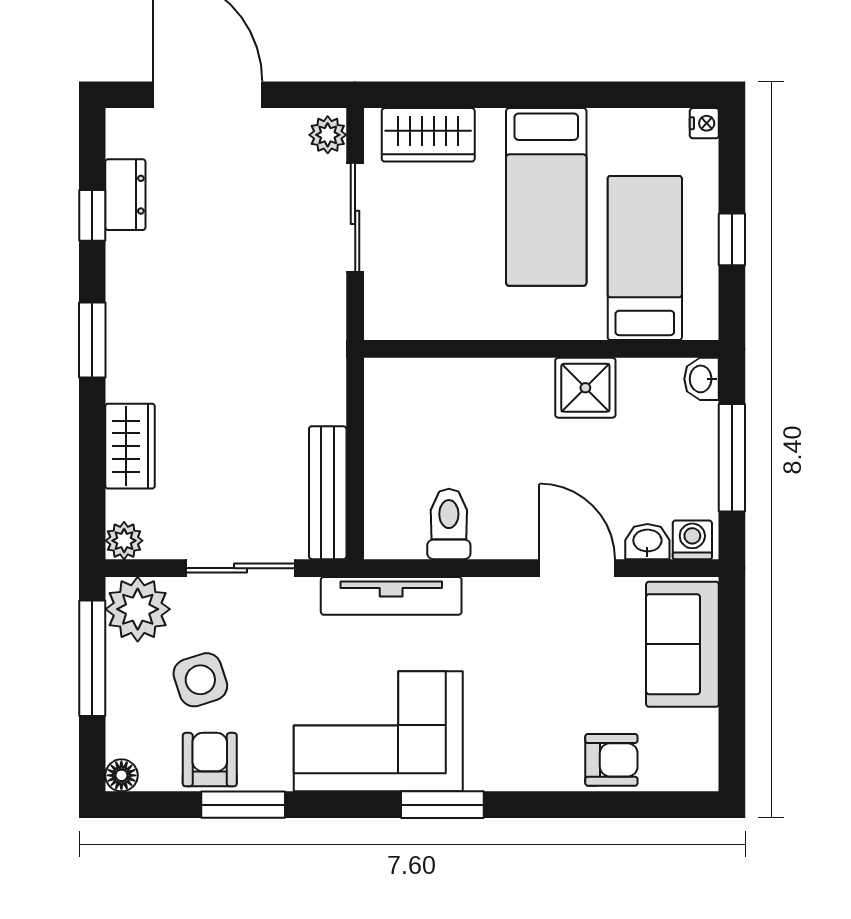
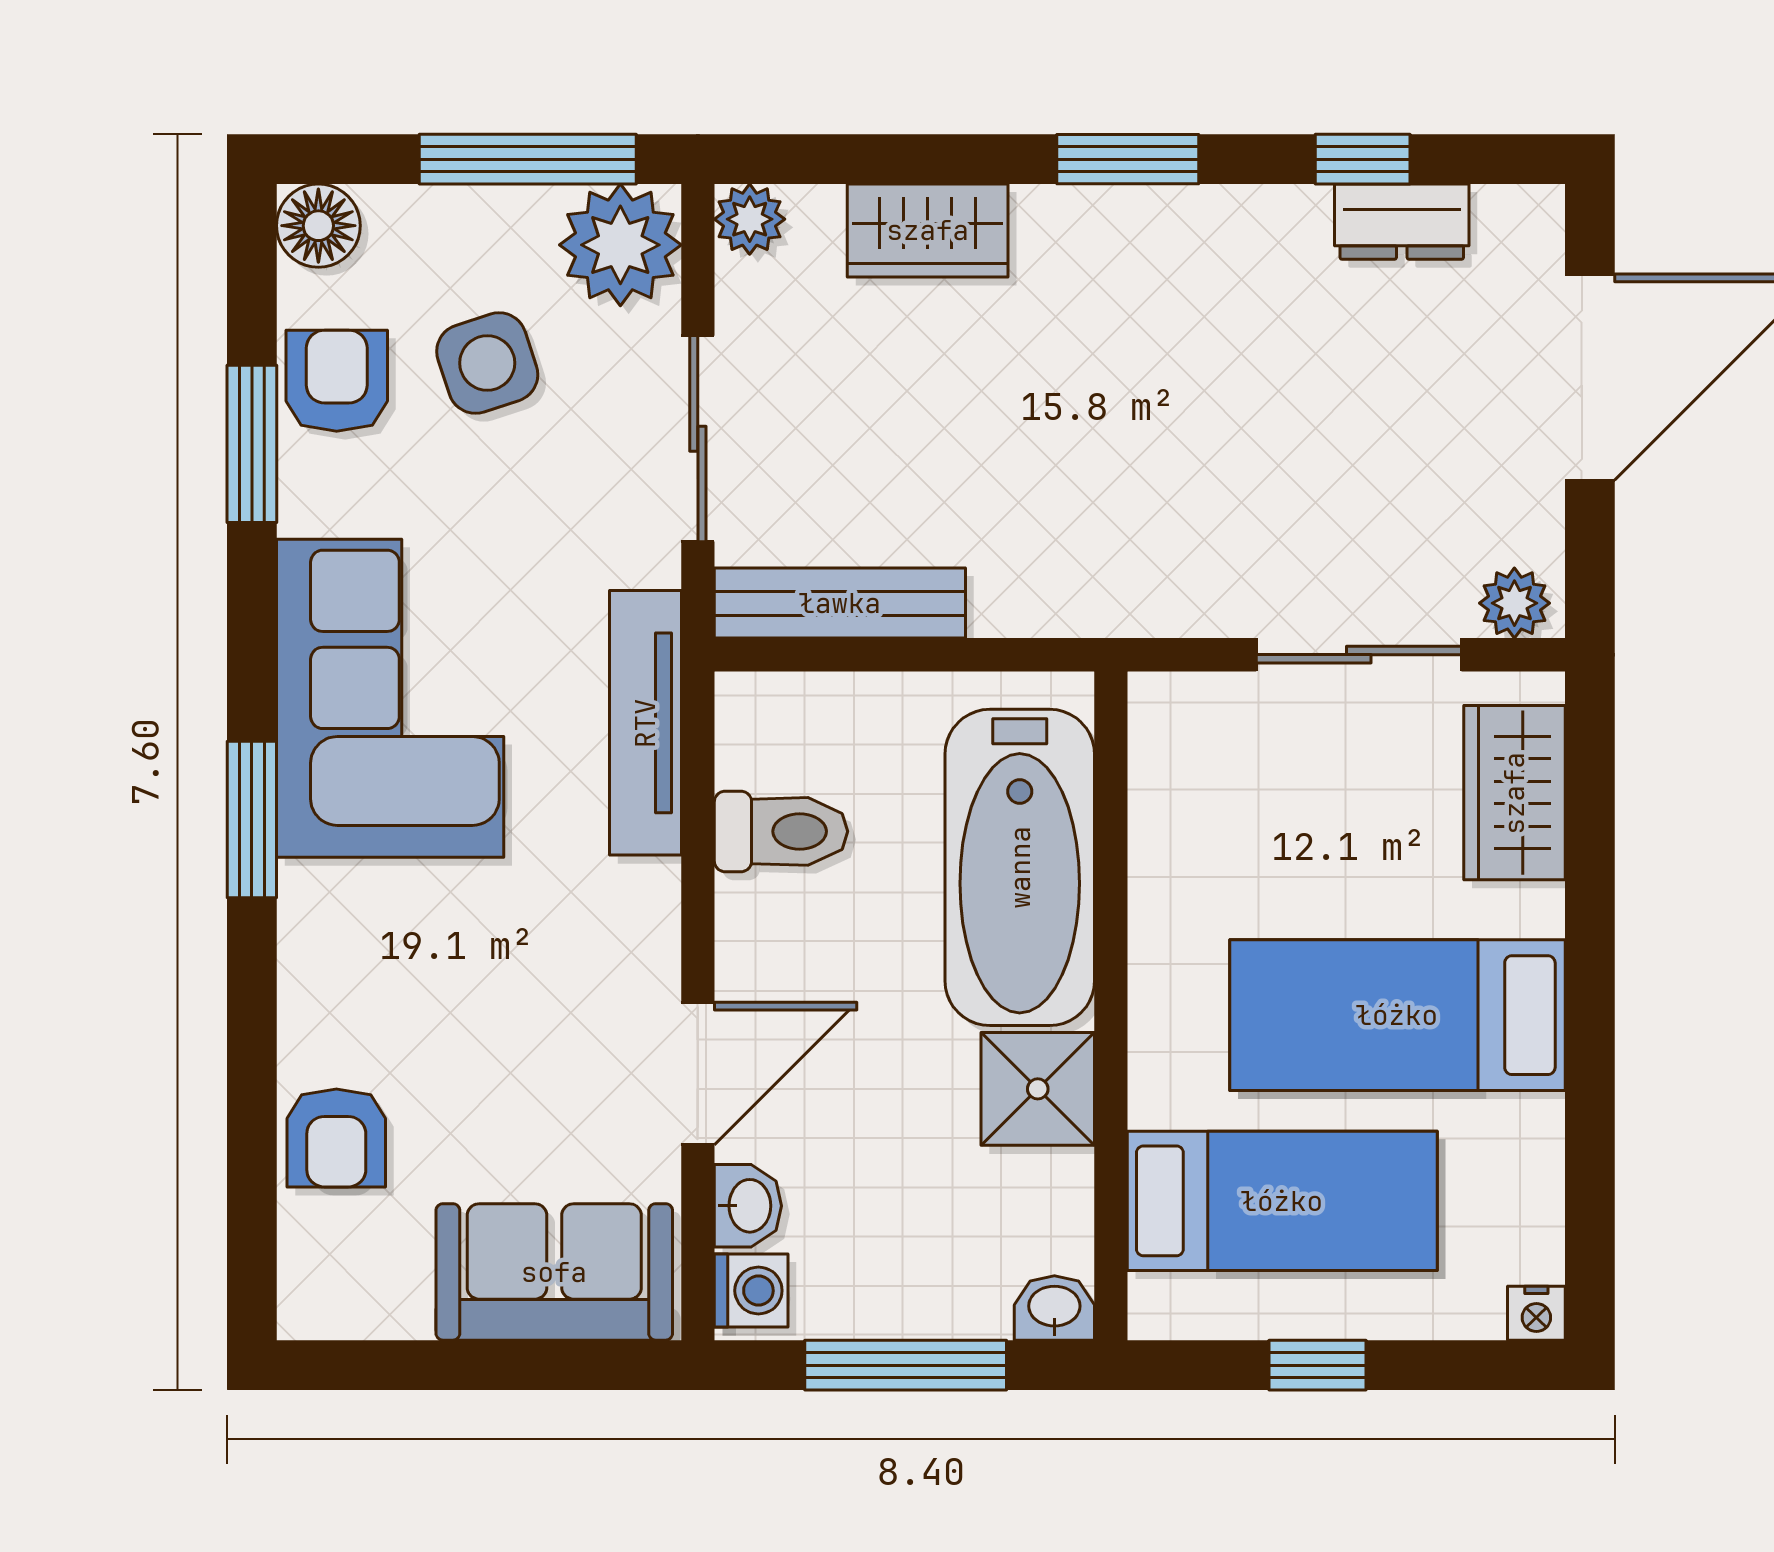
bathtub: (468, 397) -> (1020, 867), added
armchair: (210, 760) -> (337, 381), turned -90
floor lamp: (121, 775) -> (318, 226), width x1.37, depth x1.37

